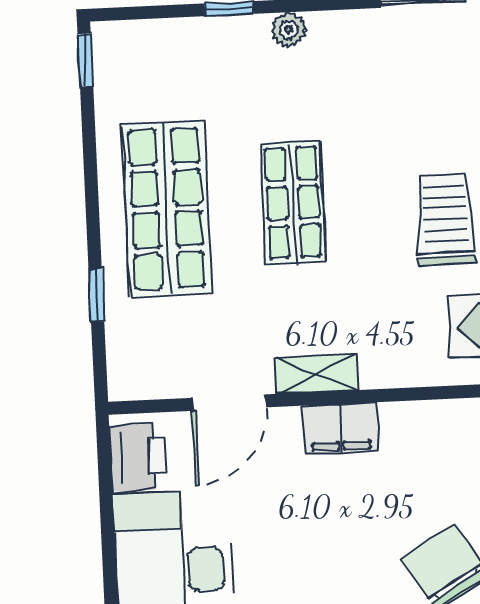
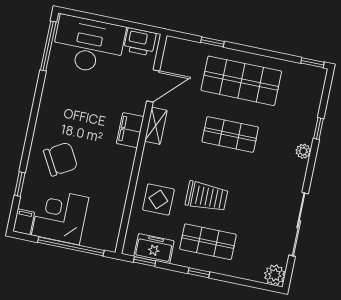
door: (229, 403) -> (153, 86), swing flipped

